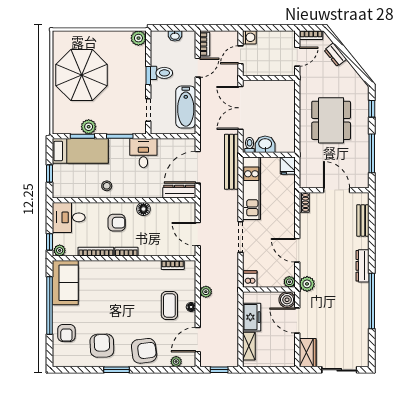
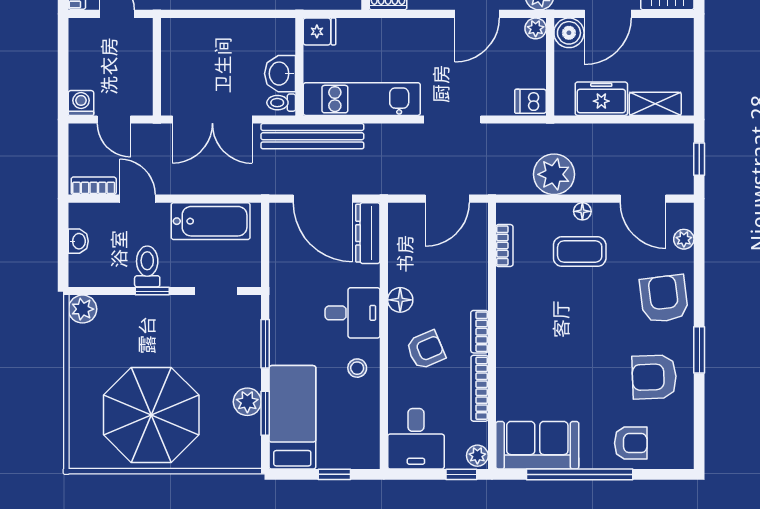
desk: (143, 153) -> (353, 313), moved, turned 180
armchair: (117, 223) -> (426, 350), turned 67
plant: (206, 292) -> (554, 174), width x1.87, depth x1.87

